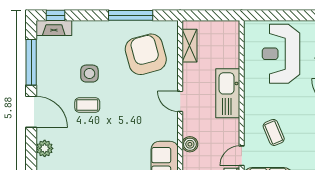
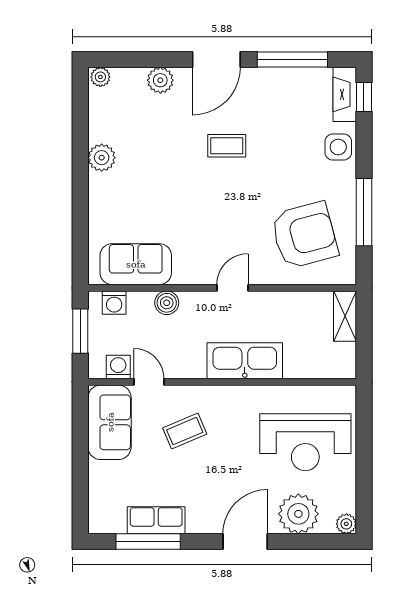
shelving: (190, 46) -> (345, 316), moved, turned 90
reception desk: (281, 54) -> (305, 442), turned 180
side table: (89, 74) -> (338, 147), moved
coffee table: (87, 105) -> (227, 146), turned 90

